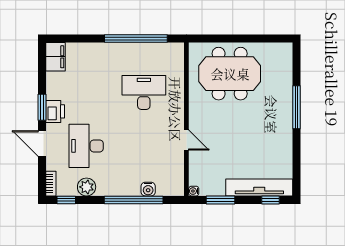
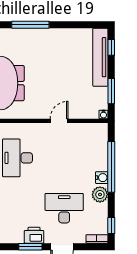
desk: (86, 146) -> (64, 208), turned 180
plant: (87, 187) -> (100, 194), moved
water cooler: (148, 189) -> (102, 178), moved

